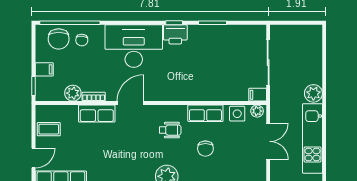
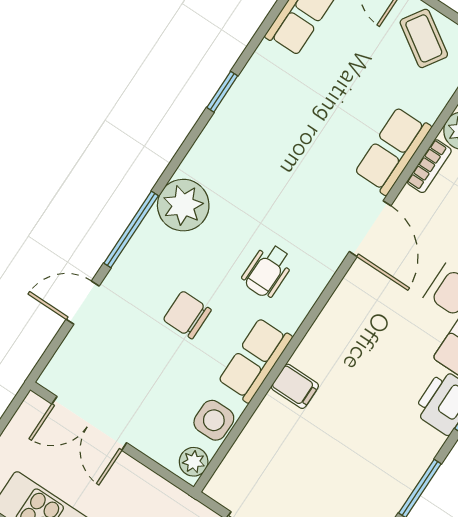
filing cabinet: (258, 95) -> (295, 386), moved, turned 90
coffee table: (49, 129) -> (424, 38), turned -57
double door: (268, 141) -> (89, 423), moved

